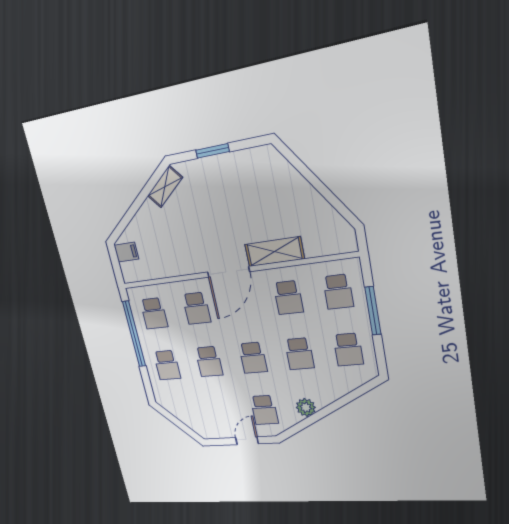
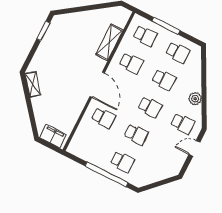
window: (212, 151) -> (43, 31), moved
filing cabinet: (126, 252) -> (53, 136), width x2.00
shelving: (274, 252) -> (109, 42), moved
school desk: (154, 313) -> (90, 145), removed
window: (134, 334) -> (106, 174), moved
door: (247, 441) -> (194, 148), hinge flipped

